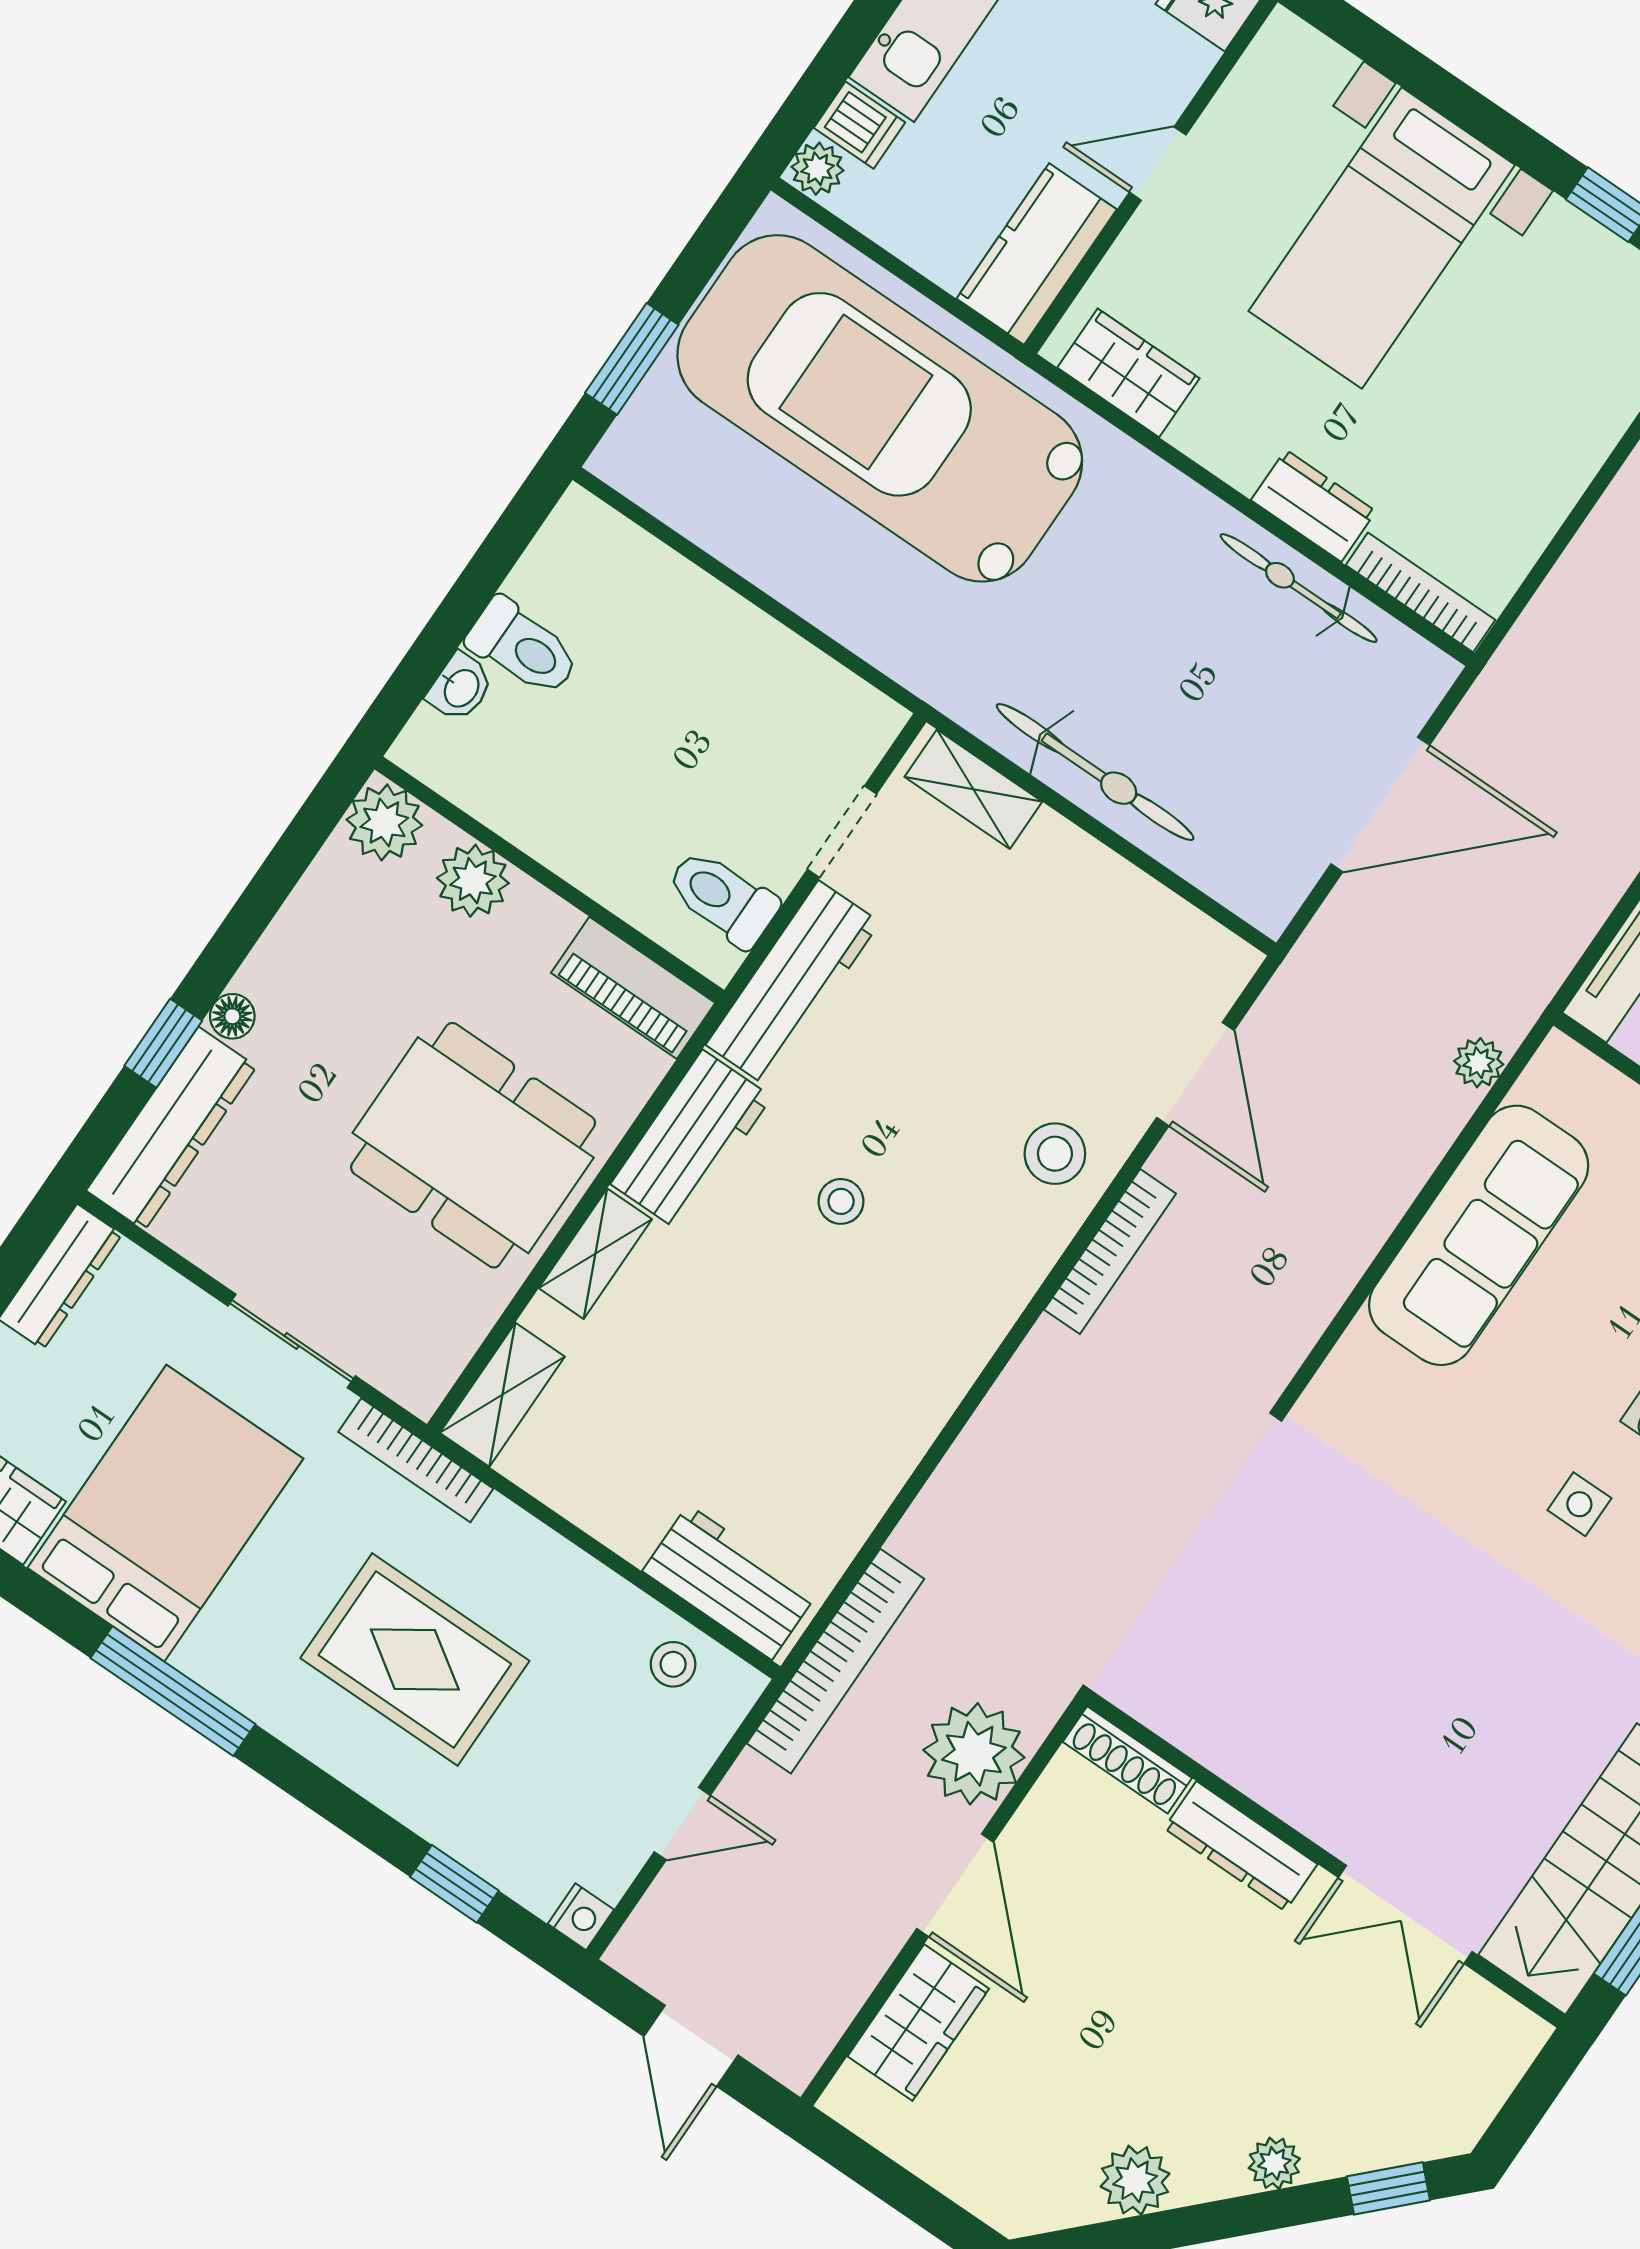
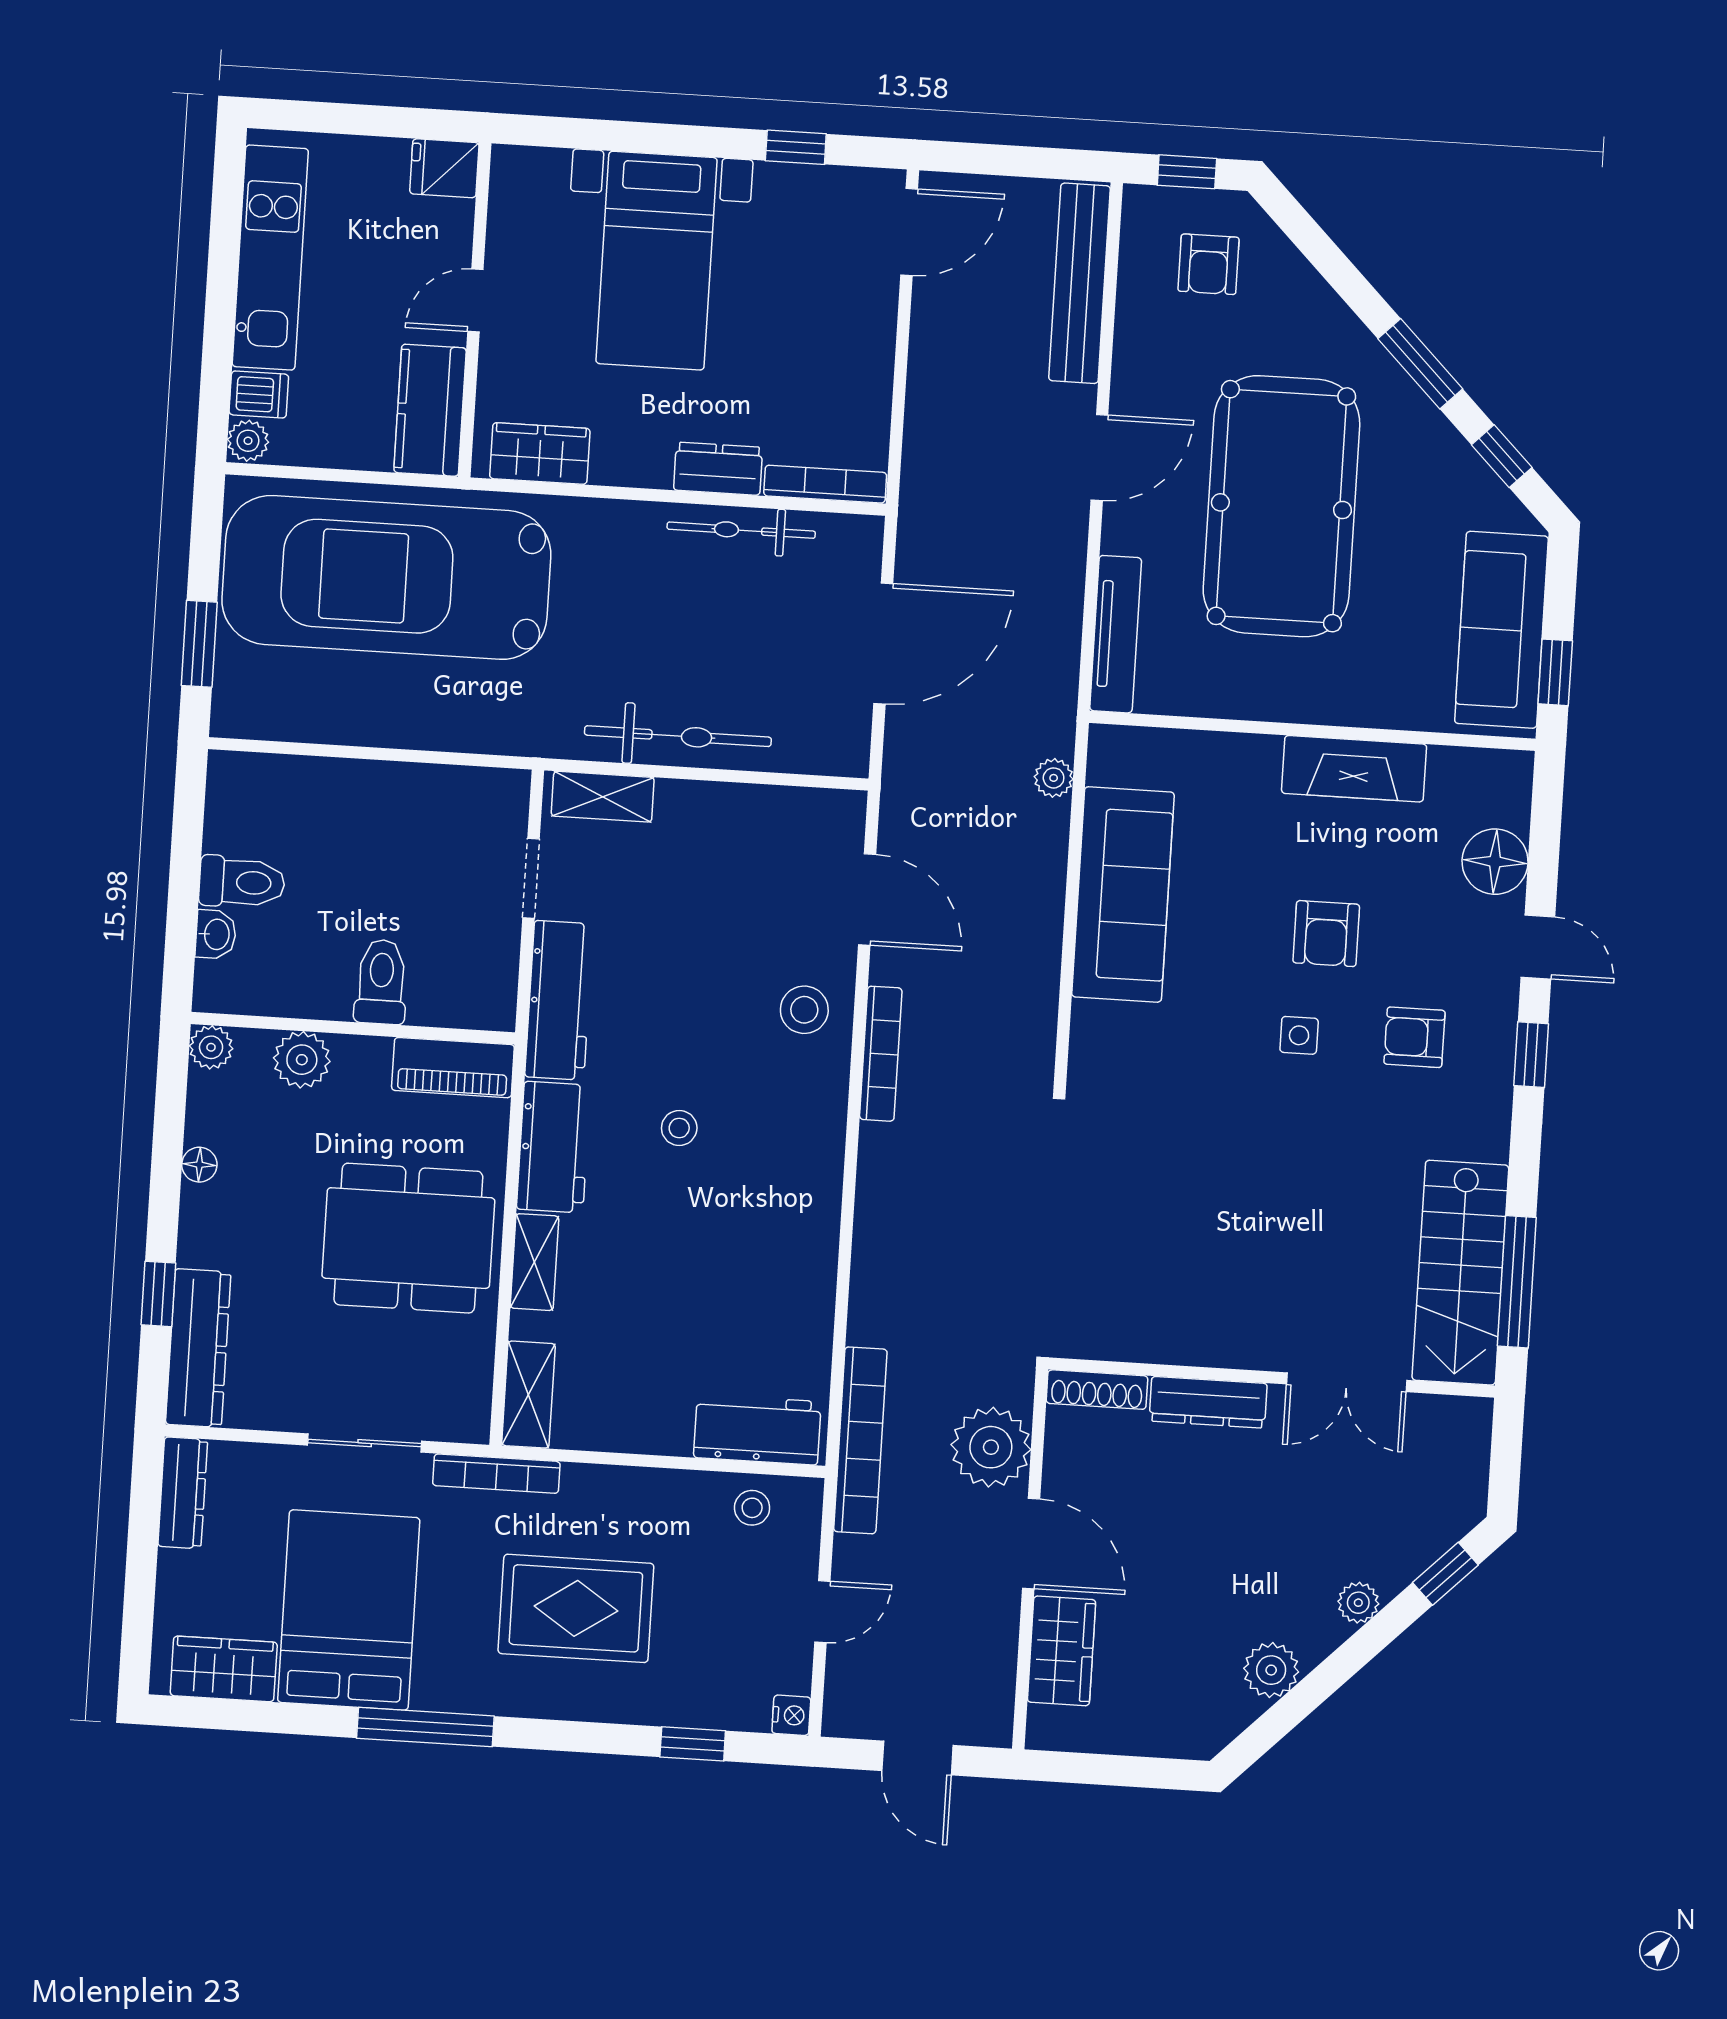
plant: (384, 822) -> (211, 1047), width x0.73, depth x0.73
toilet: (722, 898) -> (381, 982), moved, turned 90
floor lamp: (232, 1016) -> (199, 1165), moved

